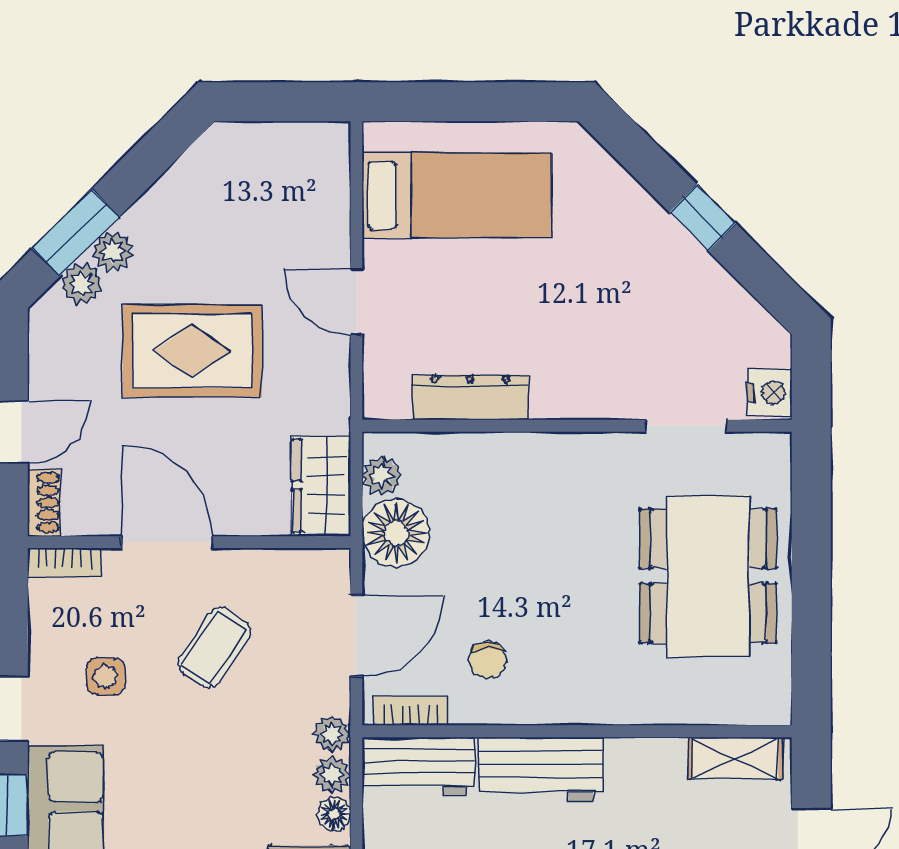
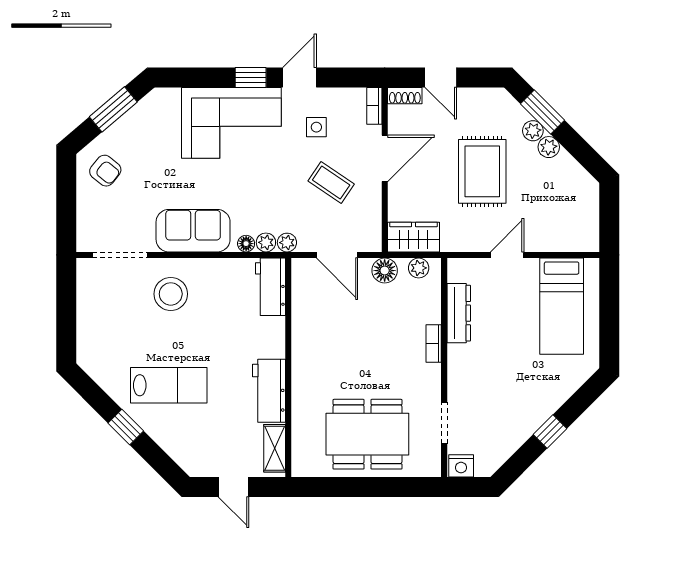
plant: (82, 284) -> (549, 147), moved
floor lamp: (396, 533) -> (385, 271), width x0.73, depth x0.73
chair: (488, 660) -> (325, 322), removed
bookcase: (411, 711) -> (434, 343), moved, turned 180
workbench: (541, 769) -> (269, 391), moved

